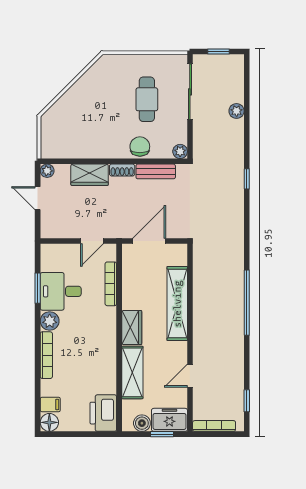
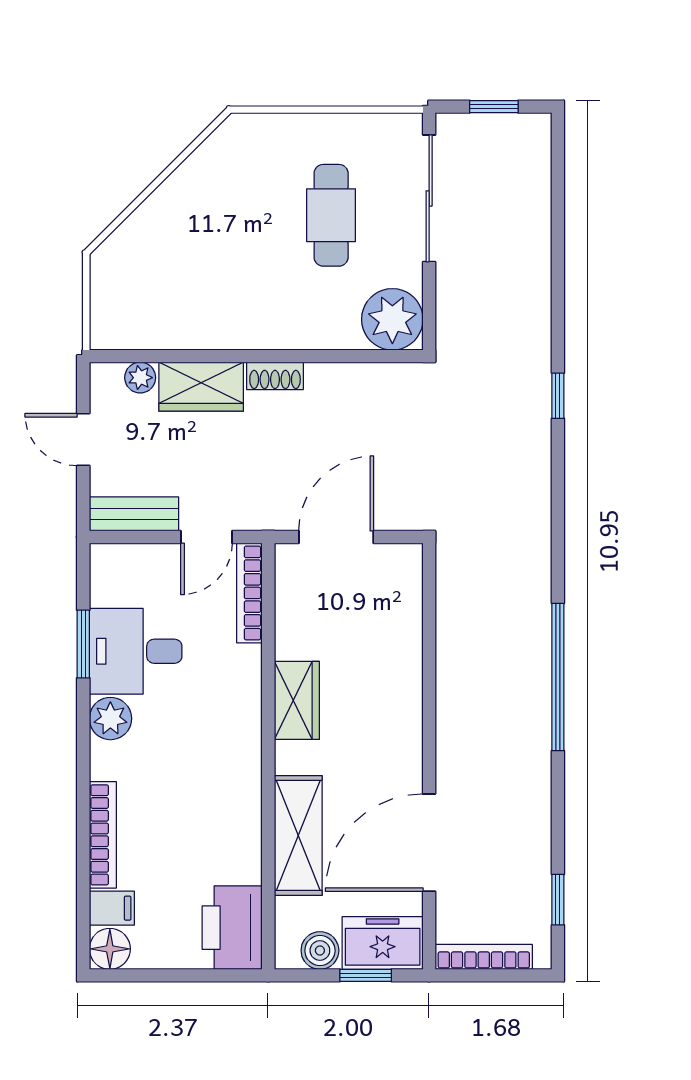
plant: (237, 111) -> (535, 242), removed
chair: (140, 146) -> (315, 322), removed
plant: (180, 151) -> (392, 319), width x1.88, depth x1.88
plant: (47, 171) -> (140, 378), moved
bench: (156, 171) -> (134, 514), moved
bookcase: (111, 284) -> (249, 593), moved
shelving: (177, 304) -> (400, 679), removed
wardrobe: (132, 328) -> (297, 700), moved
bookcase: (46, 355) -> (103, 835), moved
door: (190, 376) -> (429, 843), width x1.88

